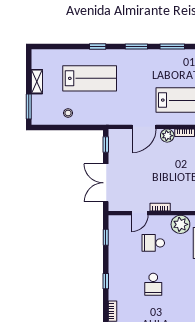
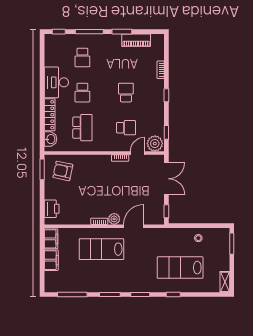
shelving: (37, 82) -> (225, 282), moved
plant: (180, 224) -> (155, 144), moved

